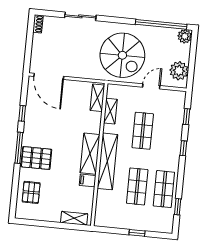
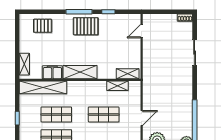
spiral stairs: (122, 55) -> (165, 91), removed
door: (49, 76) -> (142, 31), width x0.53
door: (151, 86) -> (142, 118), hinge flipped
pallet: (36, 158) -> (86, 26), moved, turned 90
shelving: (107, 161) -> (43, 87), moved
filing cabinet: (88, 180) -> (52, 72), width x2.00

